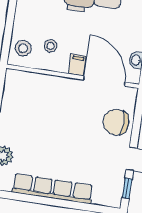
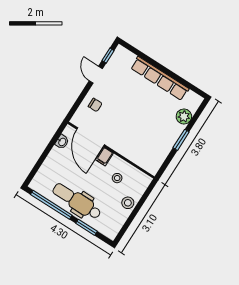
stool: (23, 48) -> (128, 203), moved
chair: (116, 122) -> (95, 105), width x0.54, depth x0.54

